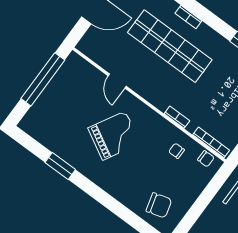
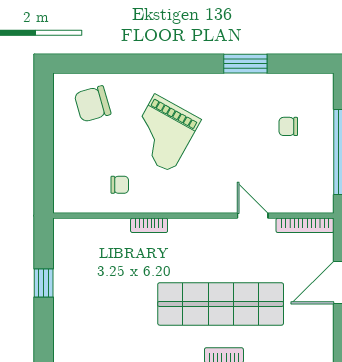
grand piano: (114, 136) -> (163, 133), moved
bookcase: (211, 142) -> (305, 225), moved
chair: (206, 159) -> (288, 126), moved

